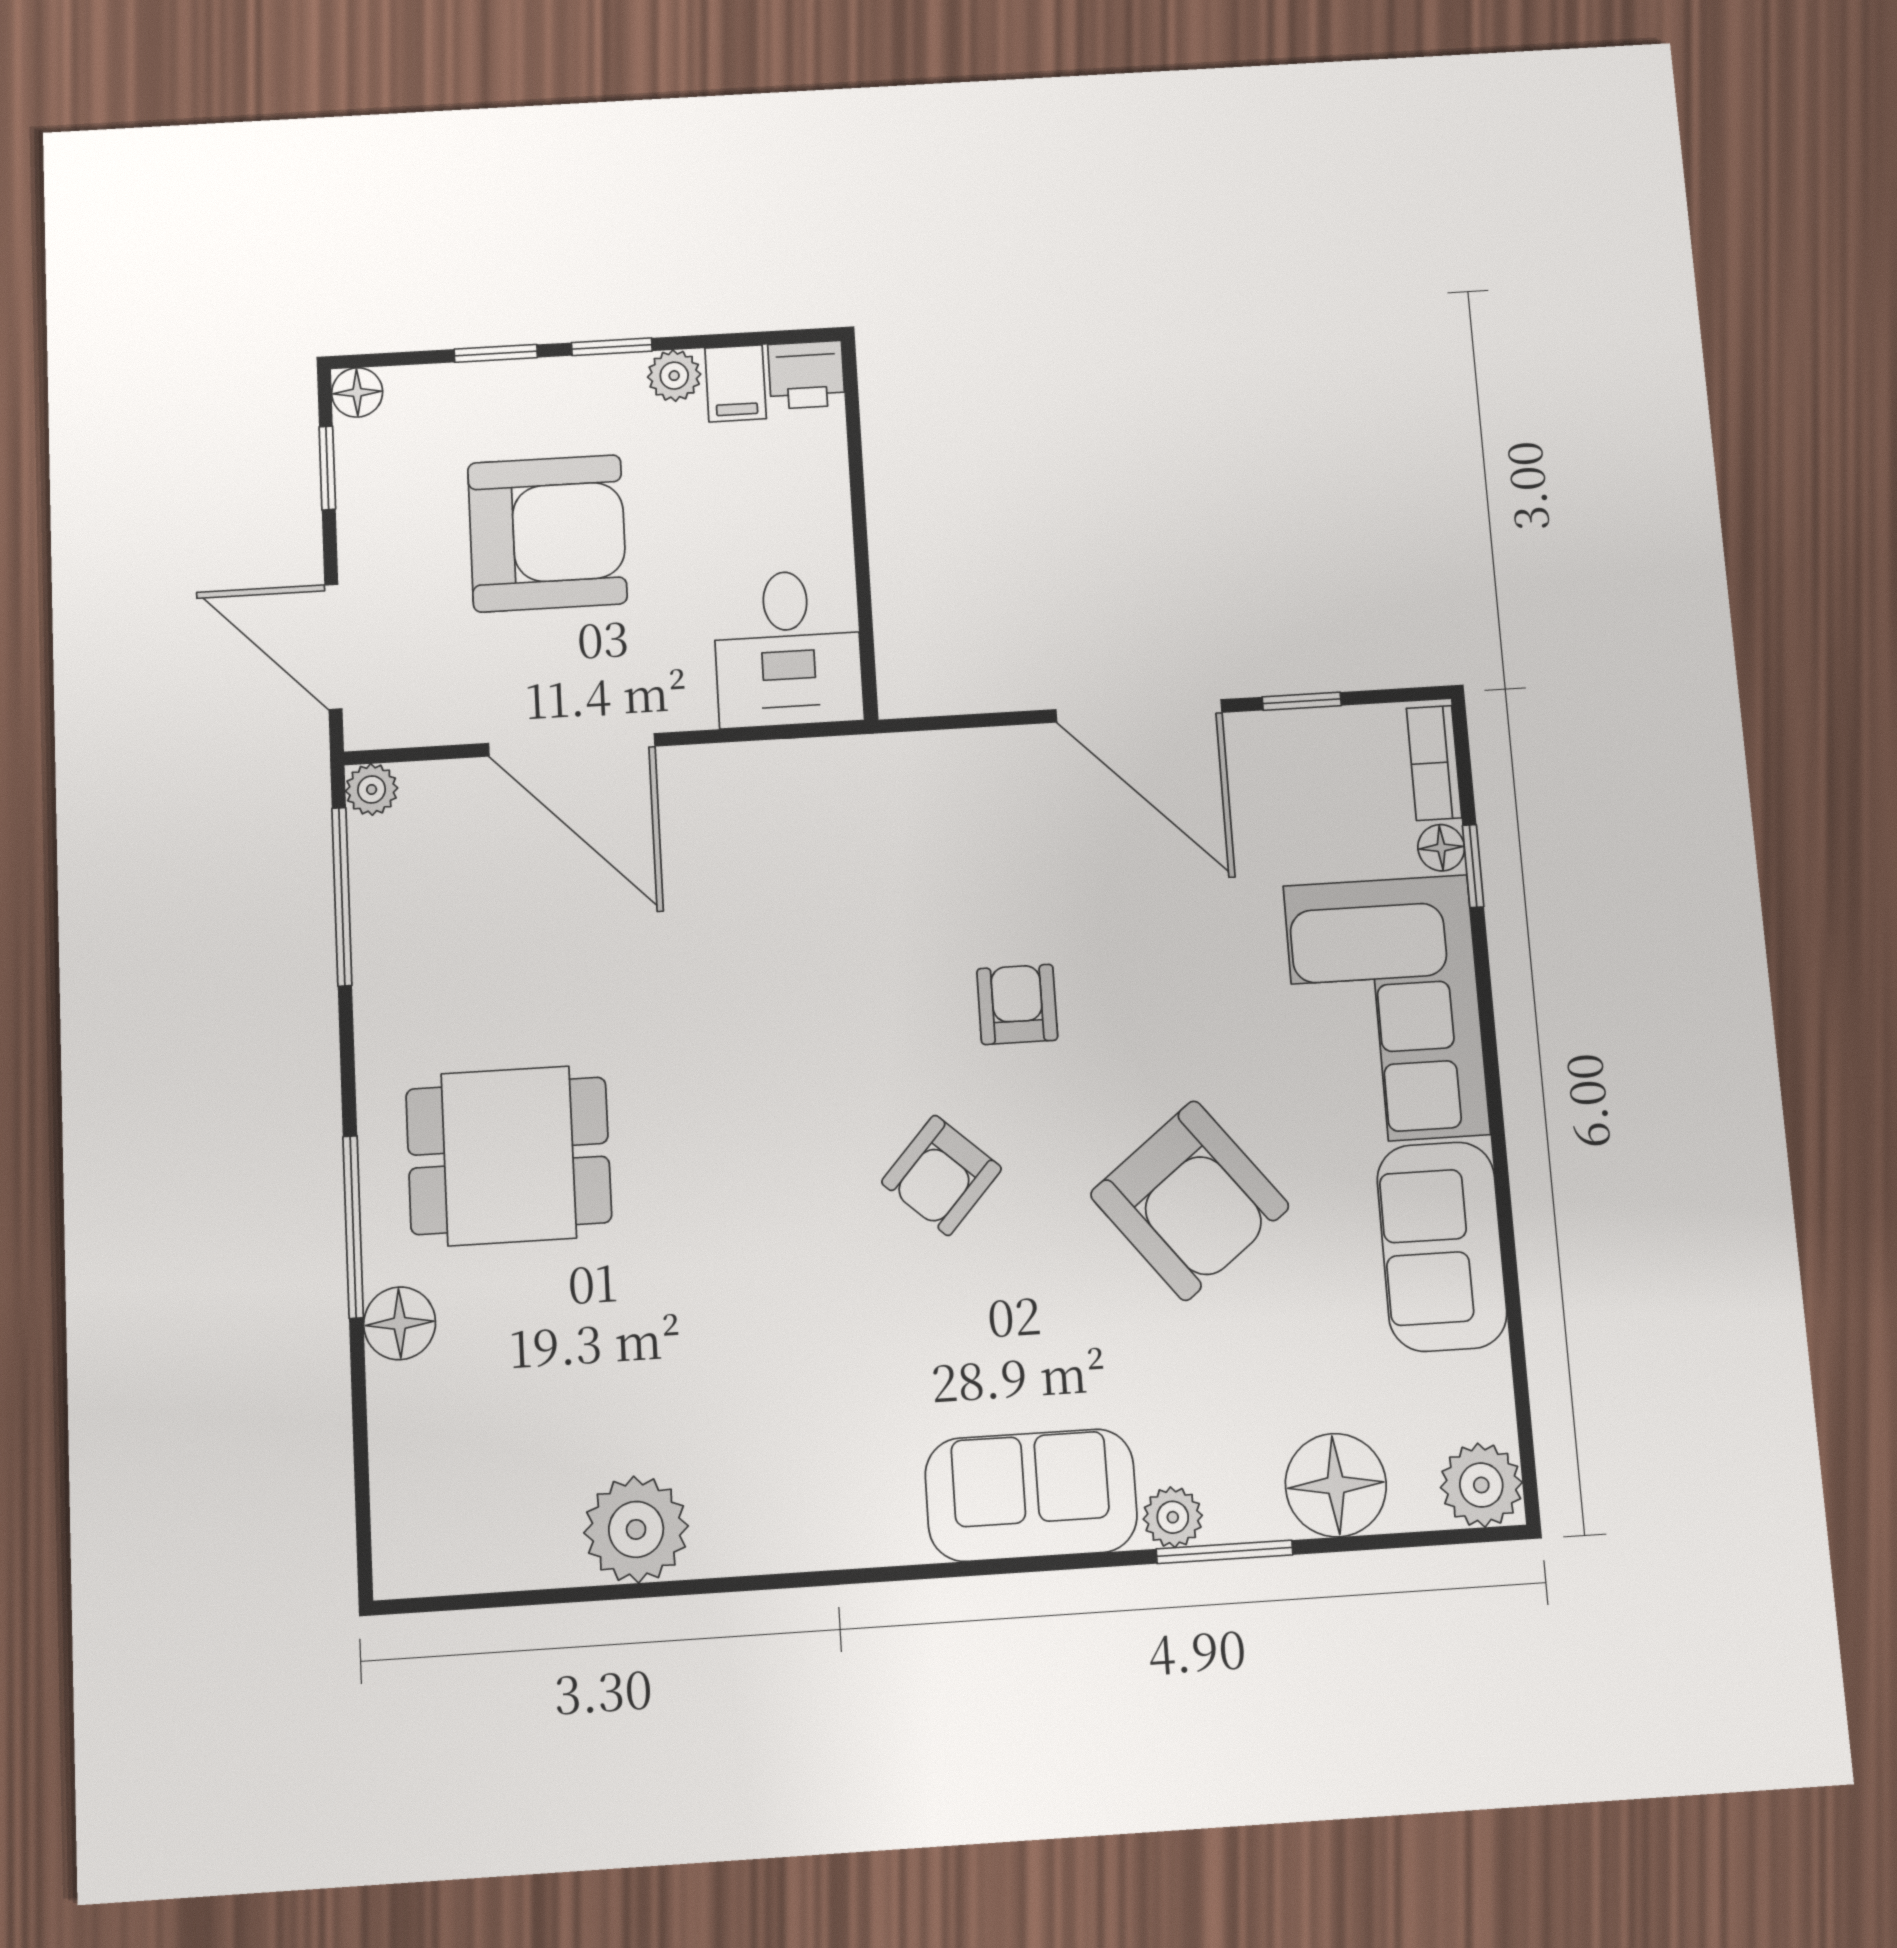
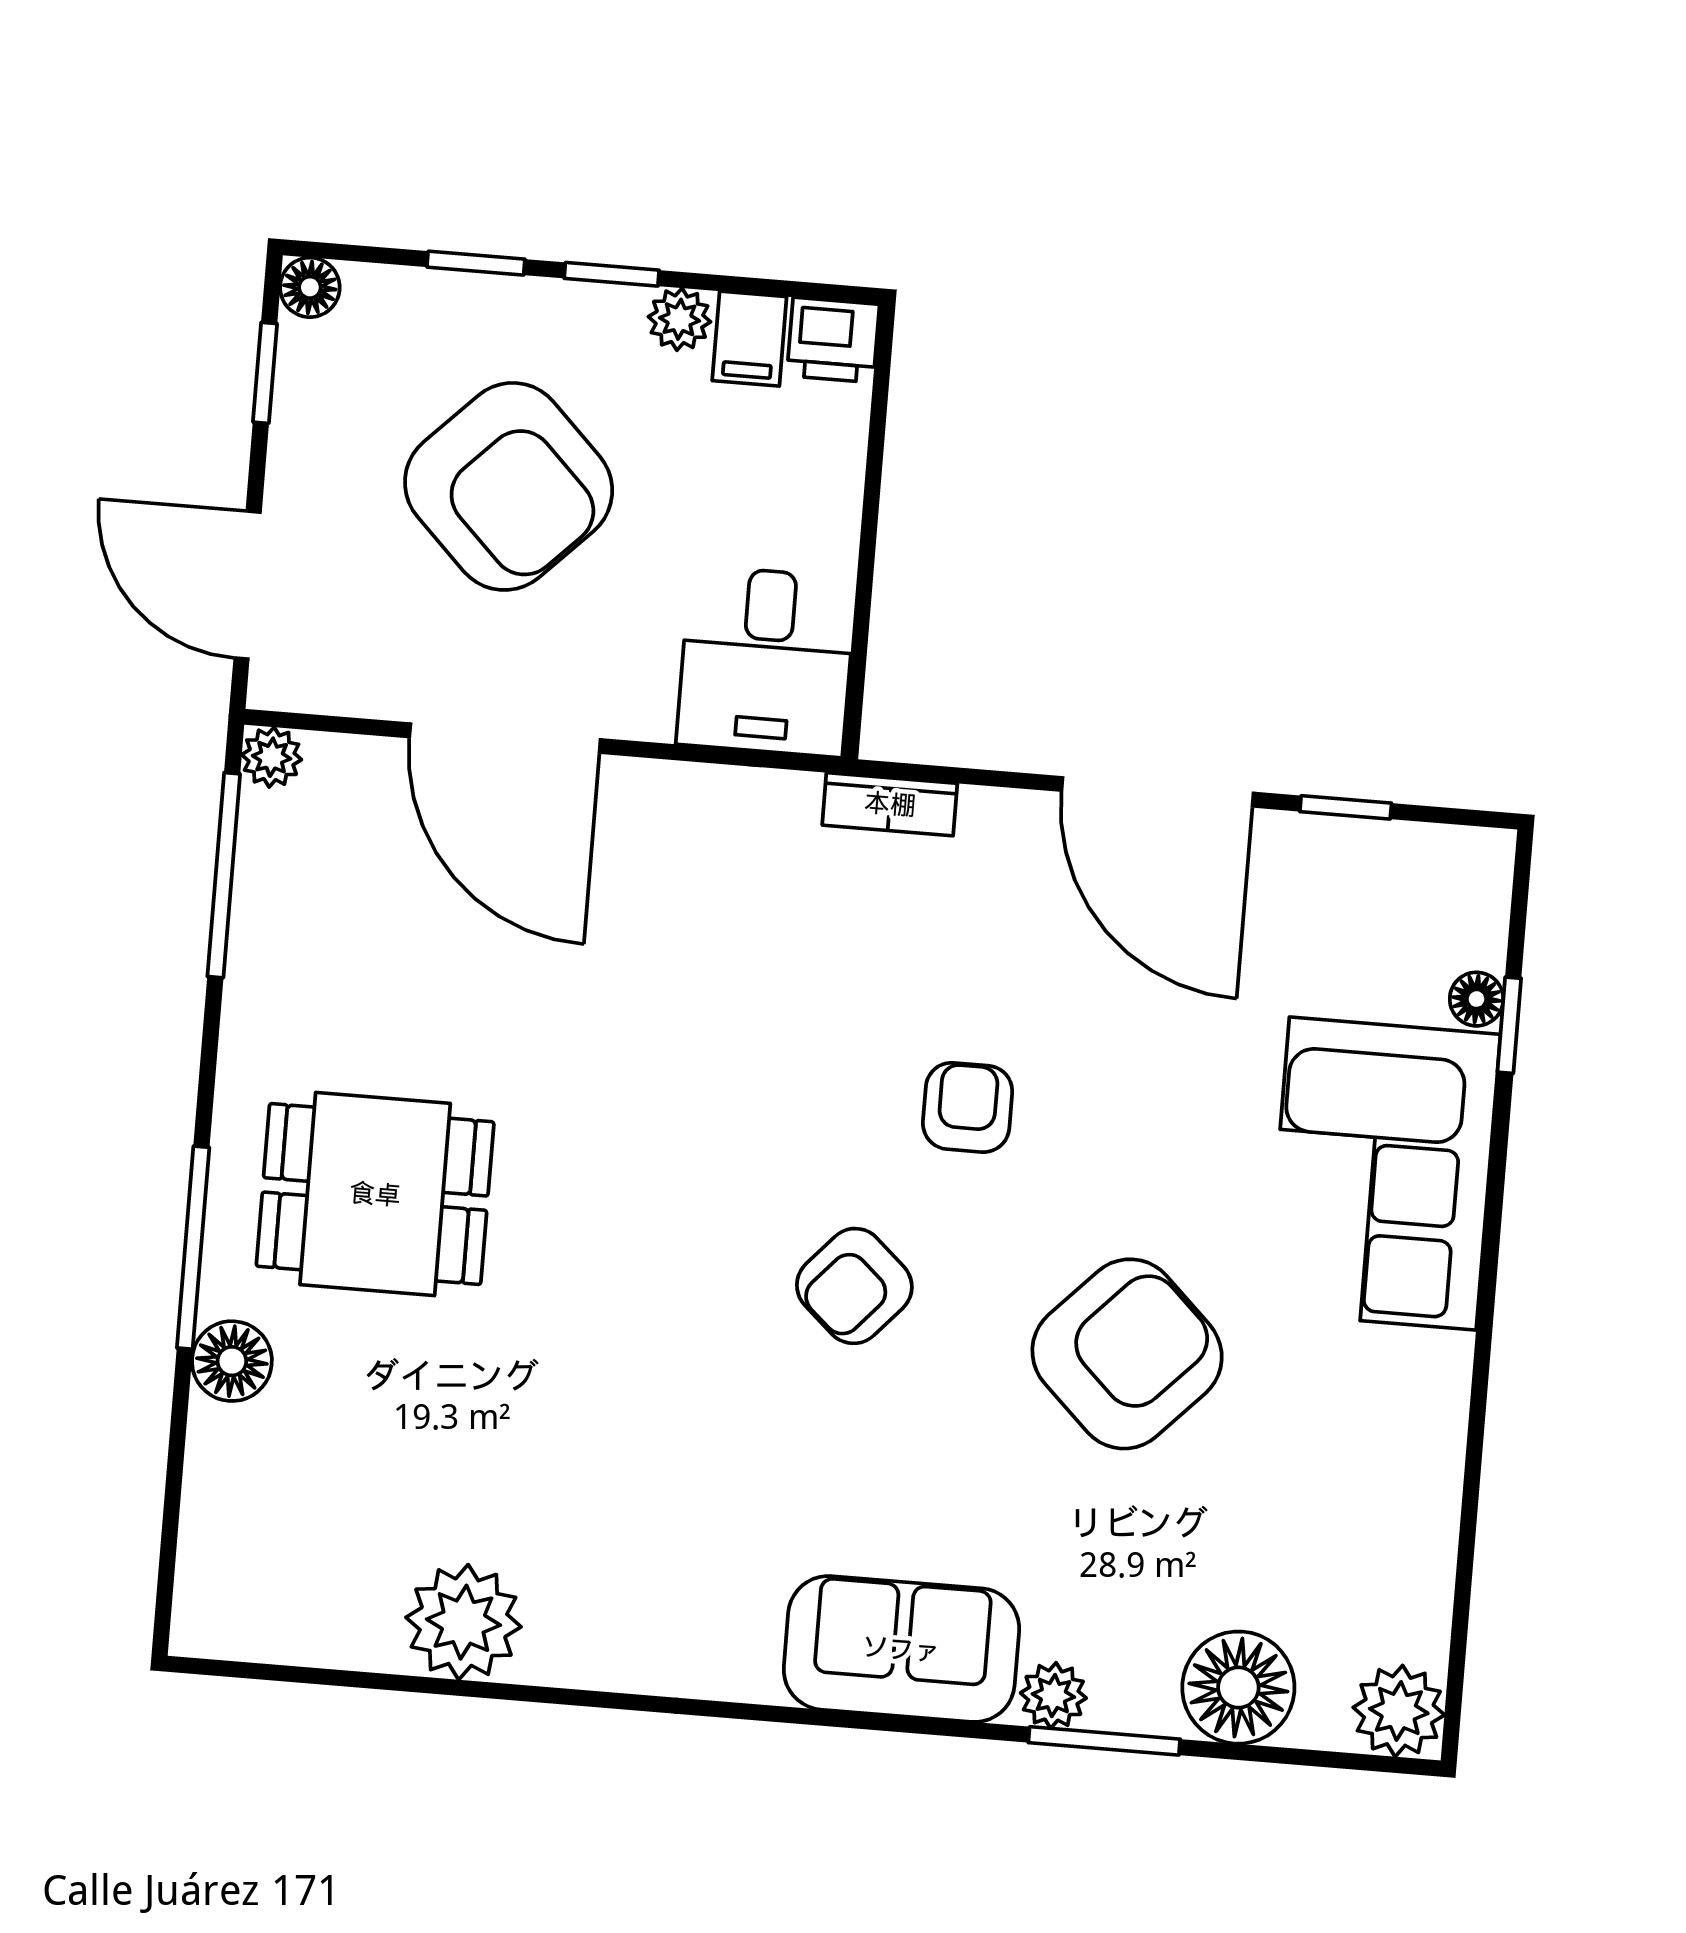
armchair: (547, 533) -> (509, 486), turned 45
bookcase: (1434, 763) -> (890, 804), moved, turned -90
armchair: (1190, 1200) -> (1127, 1354), turned -98
sofa: (1442, 1246) -> (1400, 1446), removed

